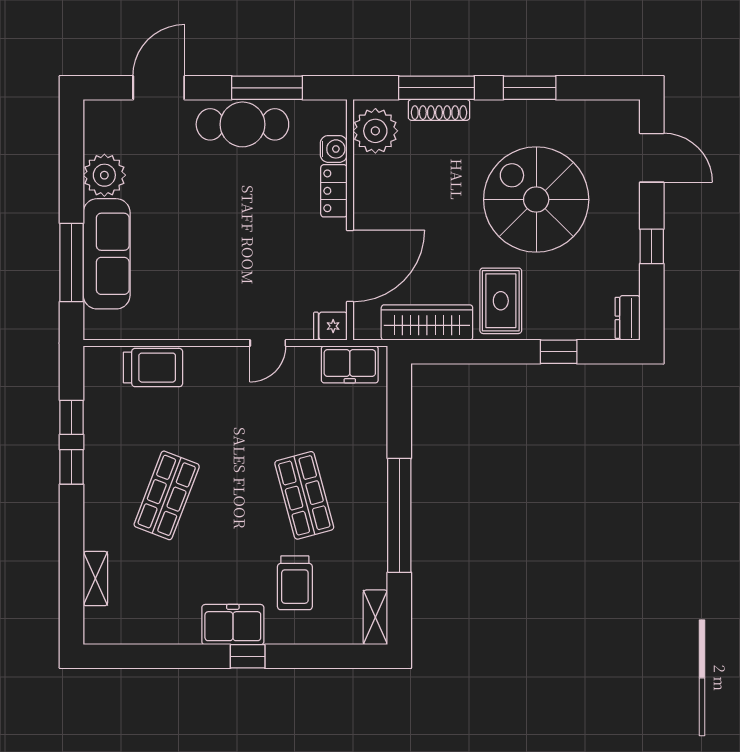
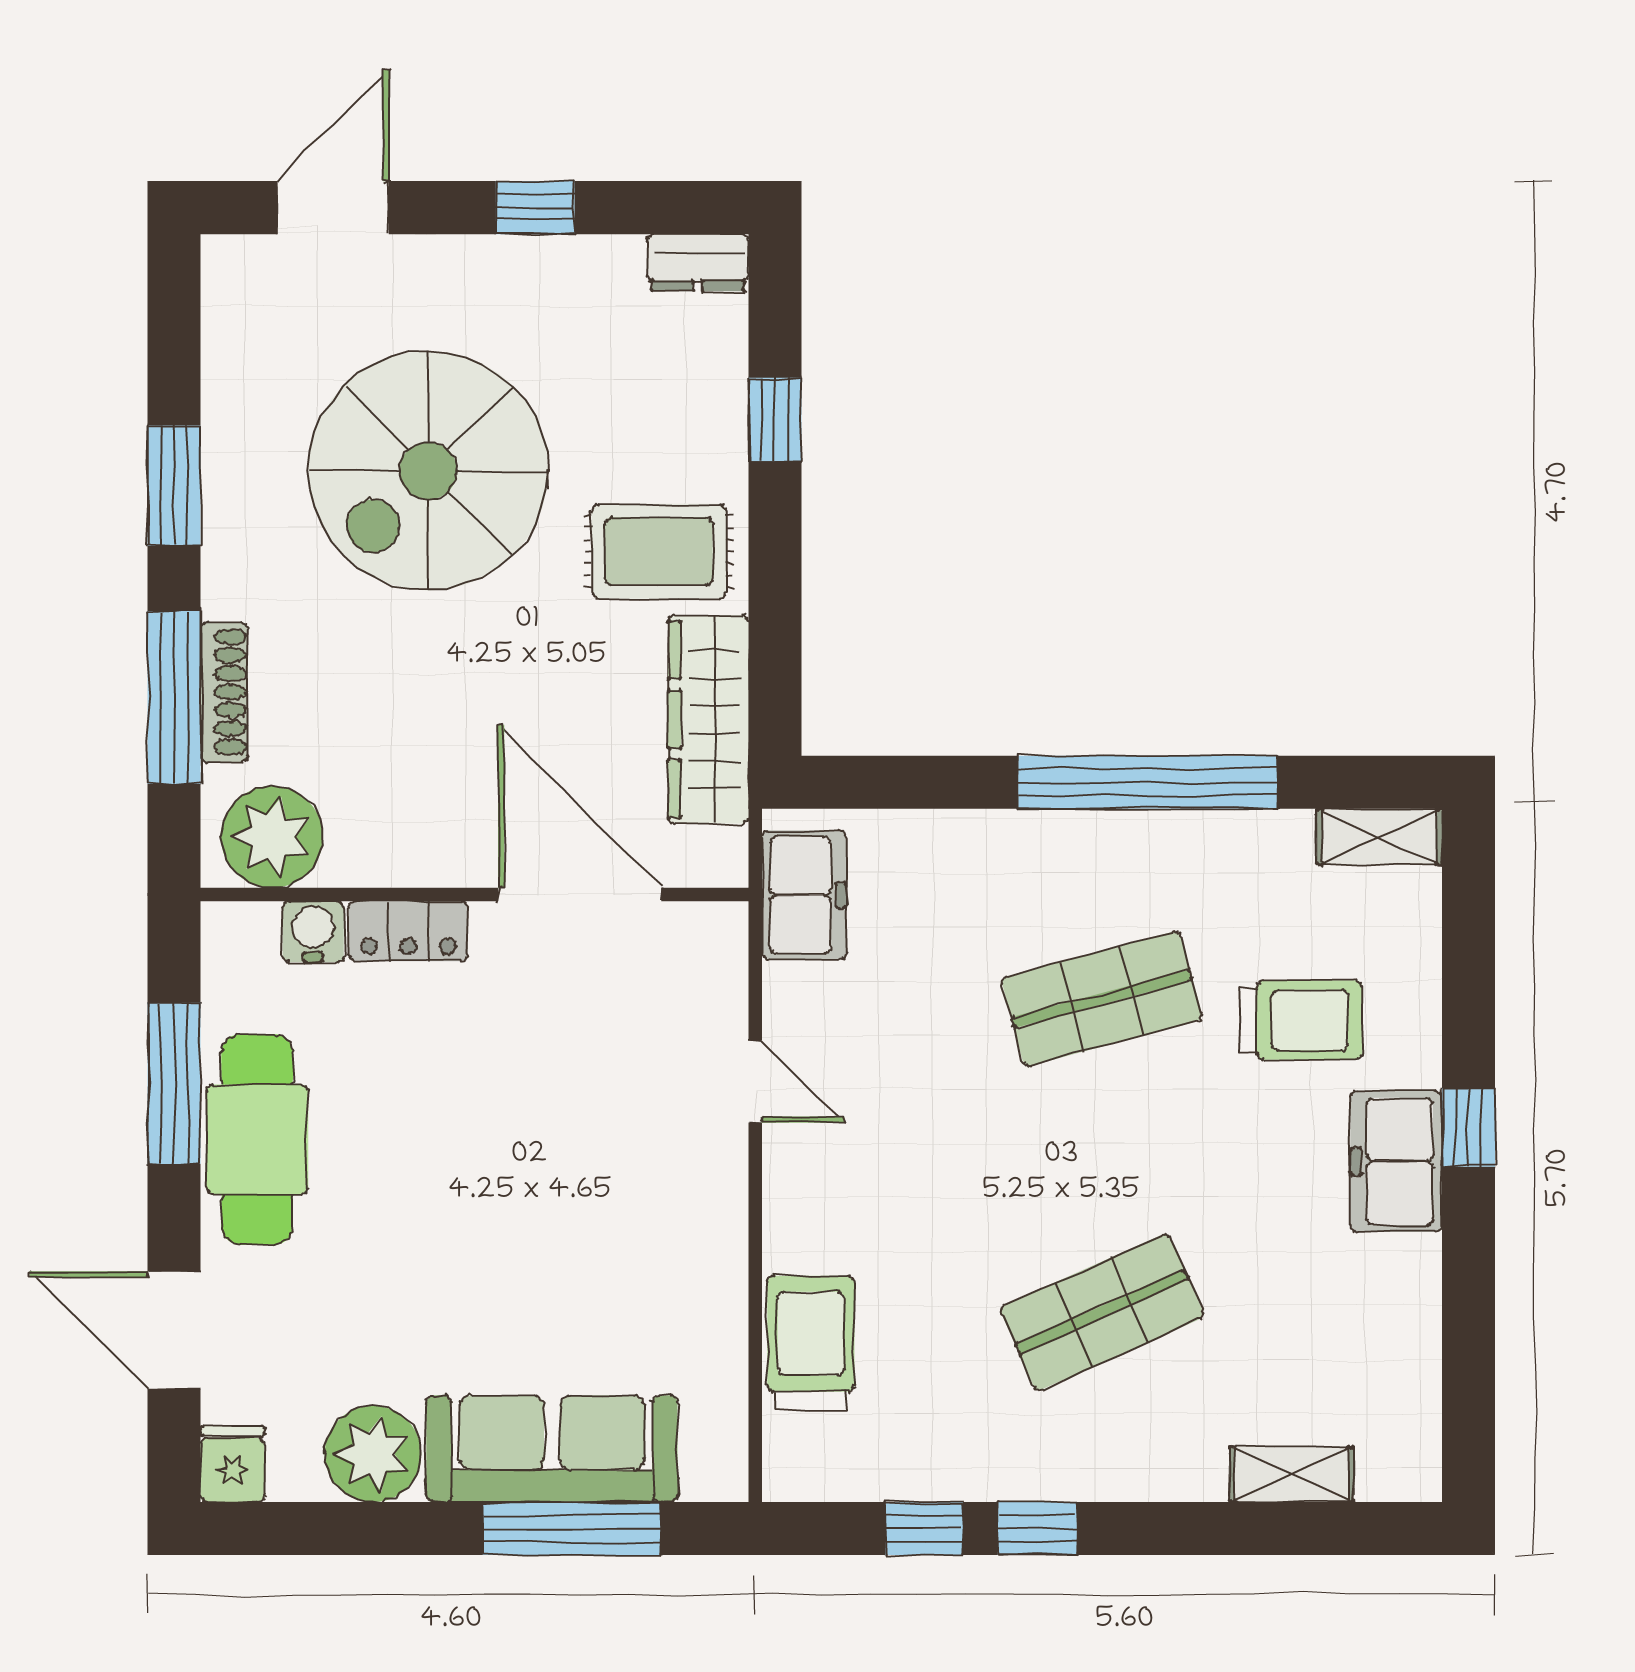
fridge: (330, 326) -> (232, 1464), moved, turned 180
shop shelf: (167, 495) -> (1102, 1312), turned -45

